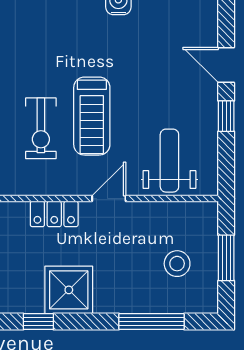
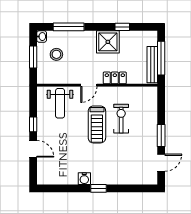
treadmill: (92, 116) -> (97, 124), turned 180
washbasin: (208, 301) -> (42, 37), added

